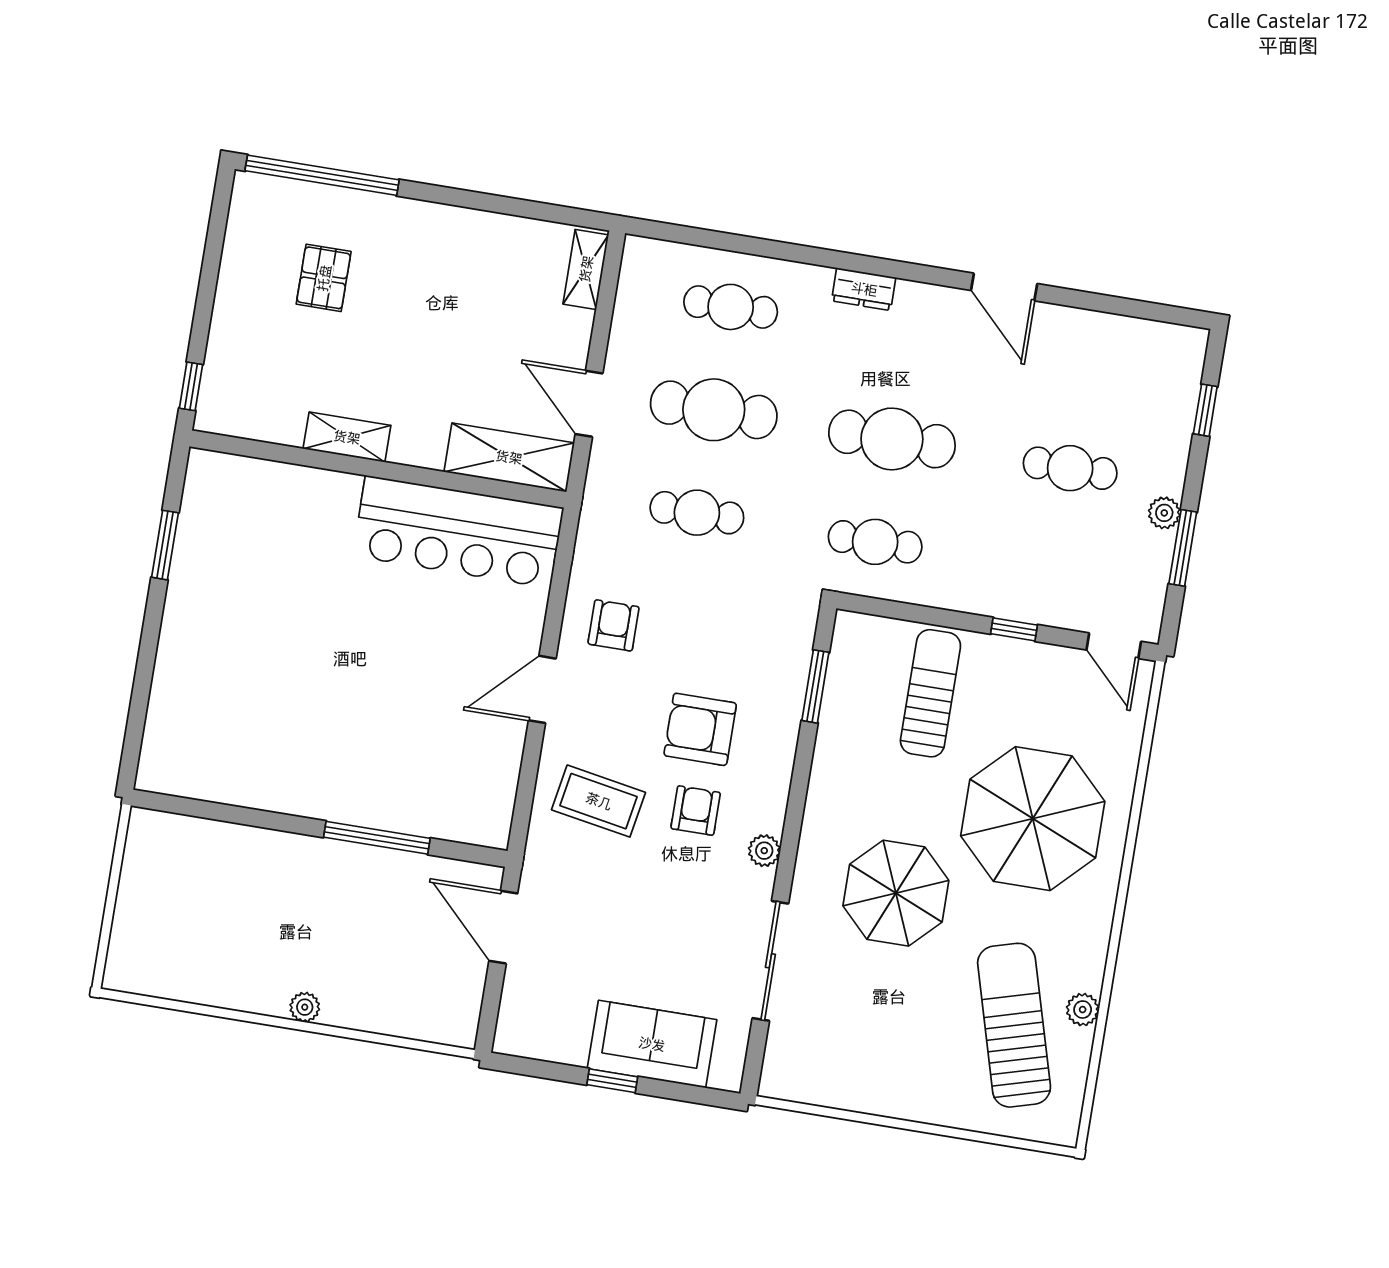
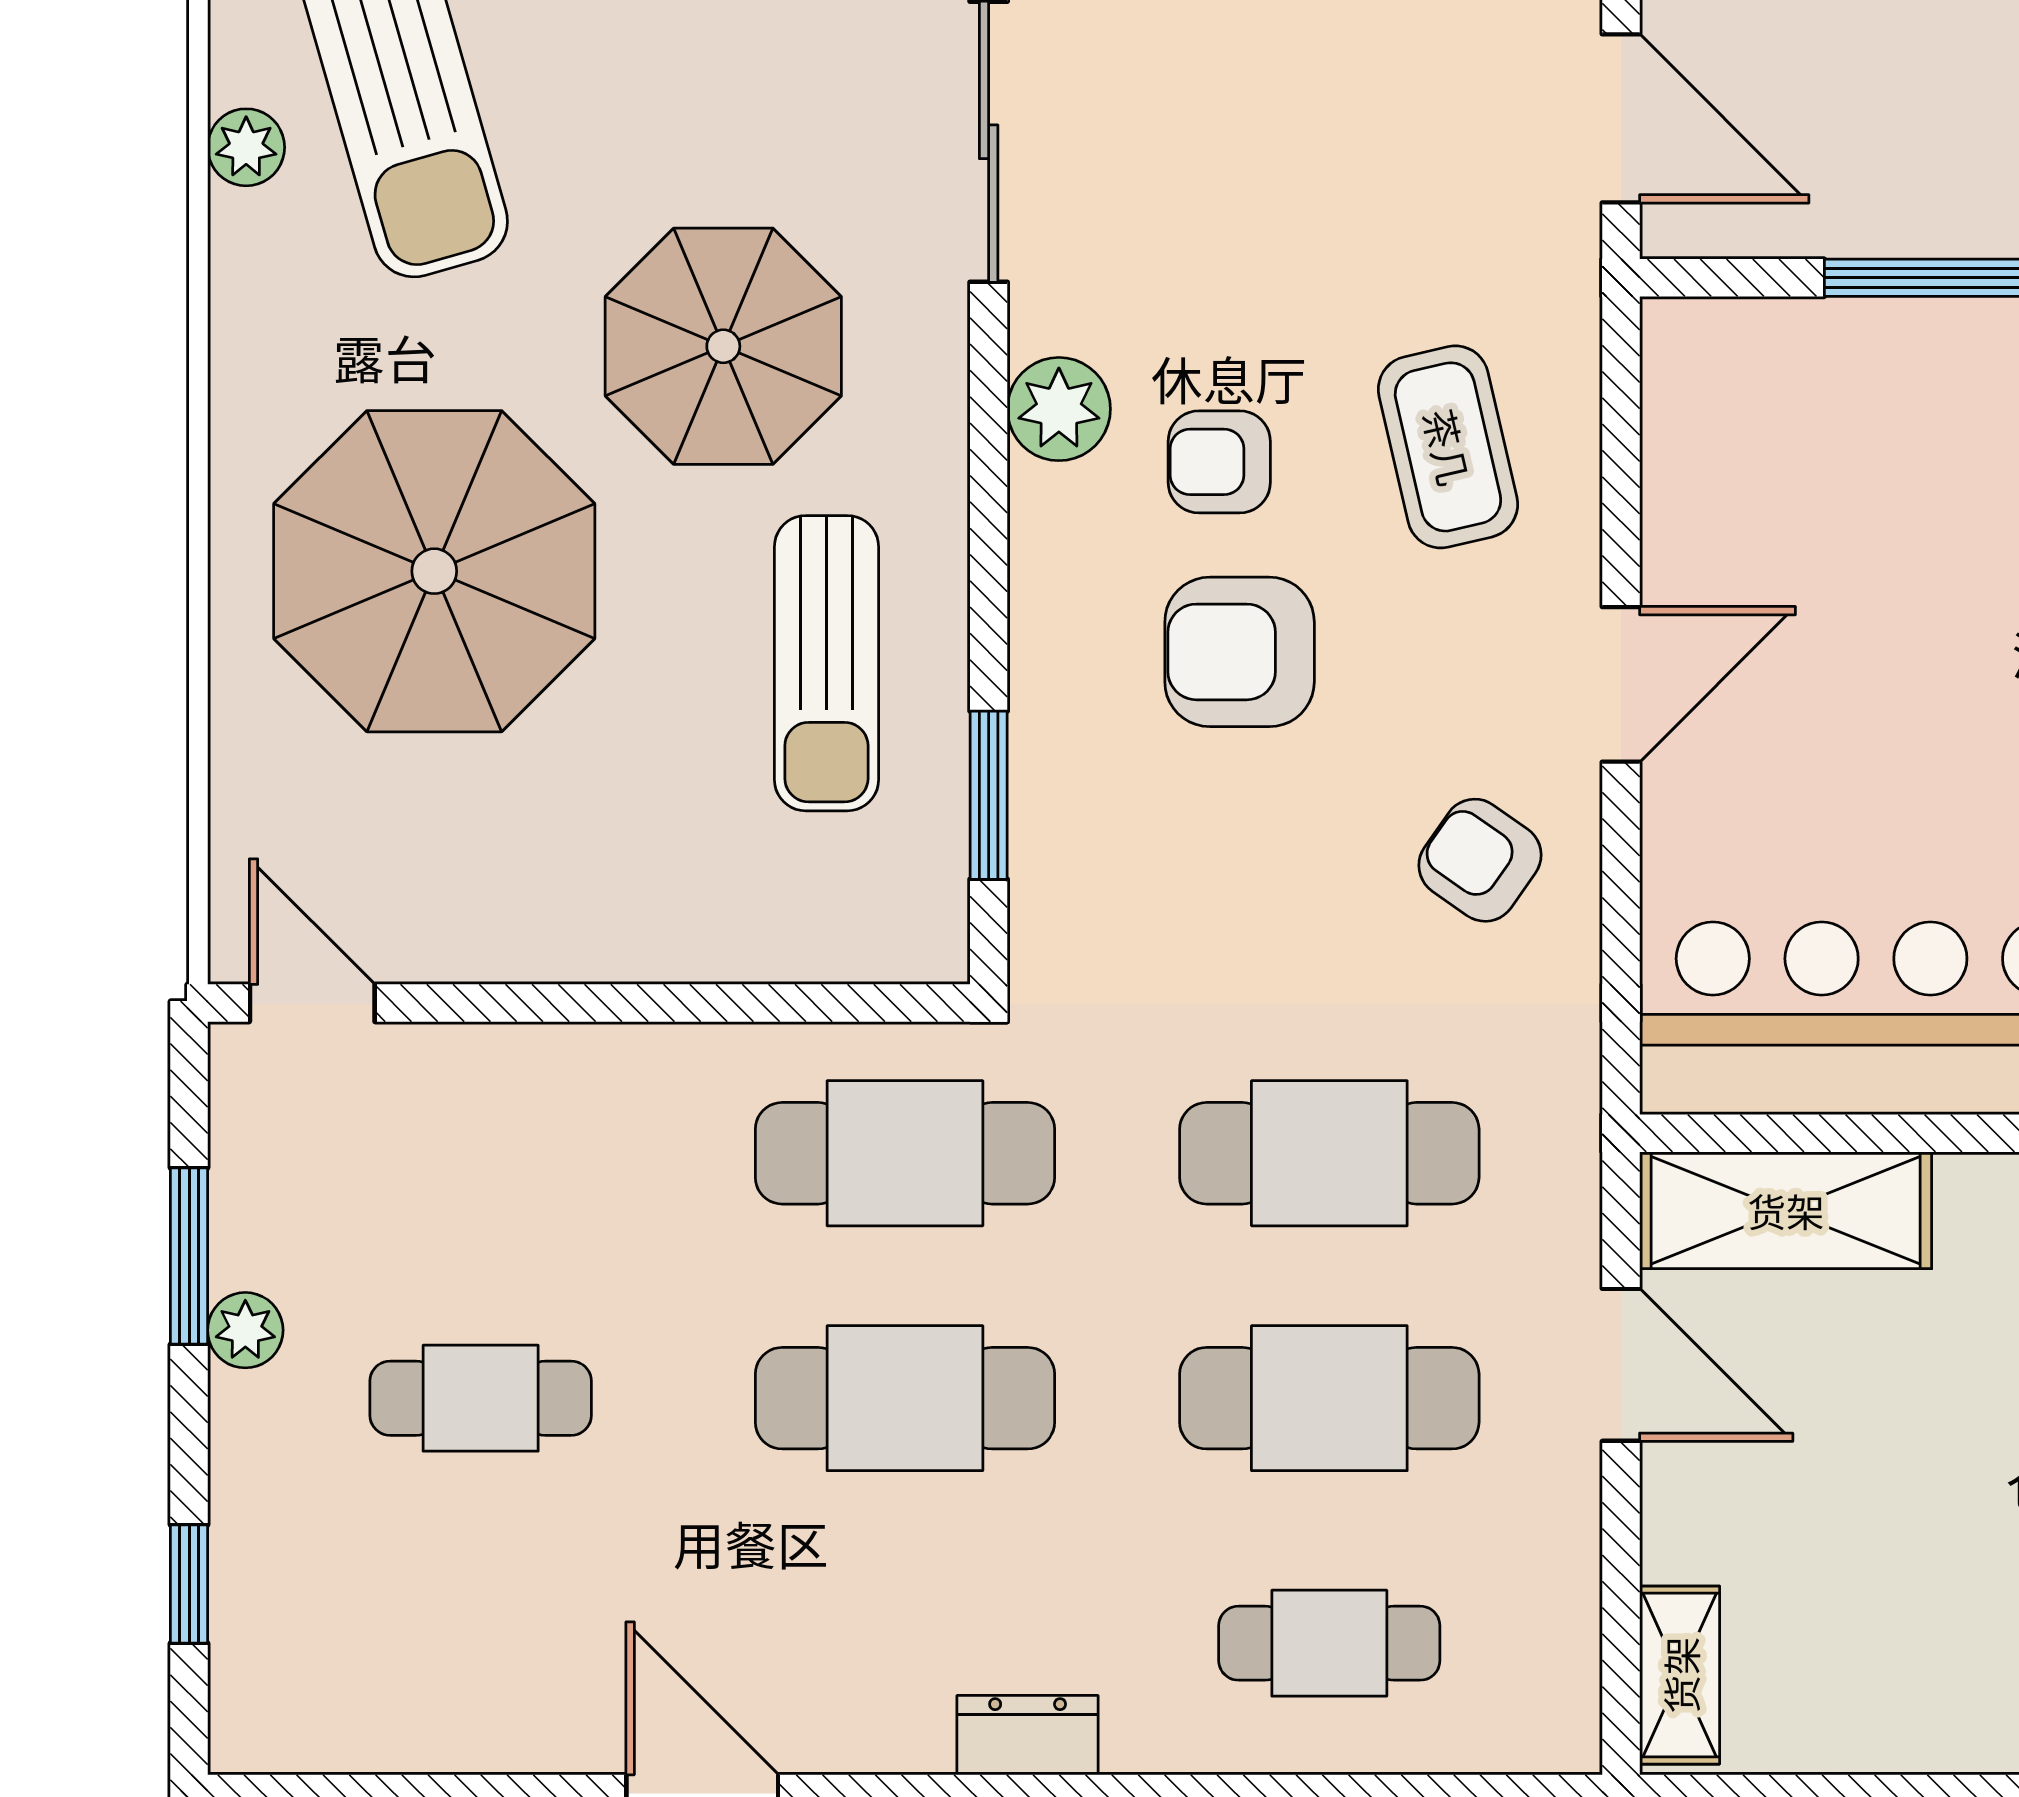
cafe table: (697, 513) -> (1329, 1153), width x1.37, depth x1.35
cafe table: (875, 542) -> (905, 1153), width x1.37, depth x1.35
armchair: (614, 625) -> (1480, 860), turned 125
window: (1014, 629) -> (550, 1003), removed
sun lounger: (930, 693) -> (826, 663), moved
armchair: (700, 729) -> (1240, 652), turned 180
coffee table: (599, 801) -> (1448, 447), turned 67
armchair: (696, 811) -> (1219, 462), turned 90
plant: (764, 851) -> (1059, 409), width x1.38, depth x1.38

